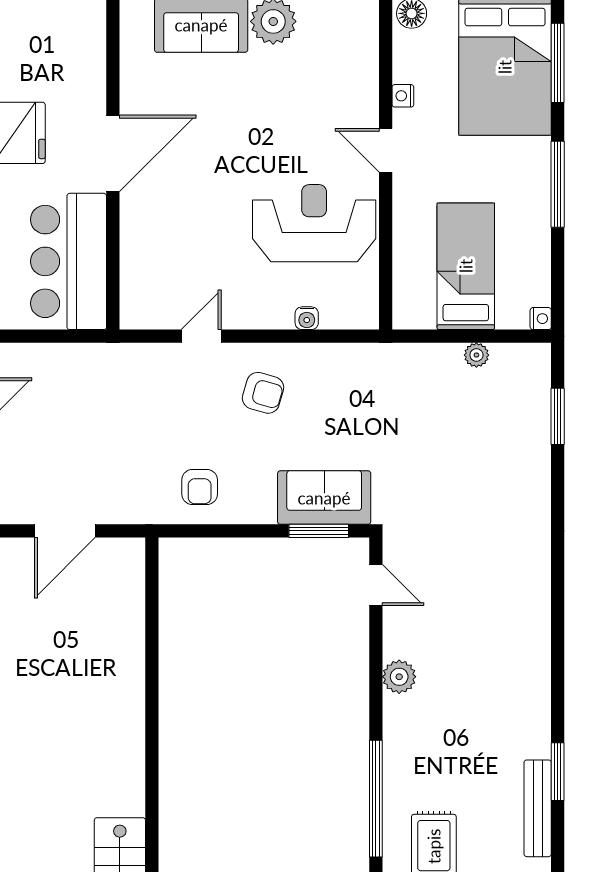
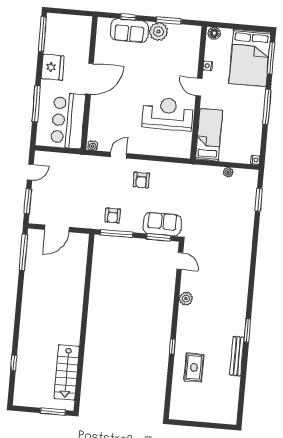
bed: (466, 266) -> (209, 135), moved
water cooler: (307, 318) -> (93, 146), moved
armchair: (263, 393) -> (141, 180), turned 74
window: (213, 531) -> (117, 234), added
window: (558, 772) -> (247, 331), moved
window: (376, 799) -> (172, 347), width x0.32

